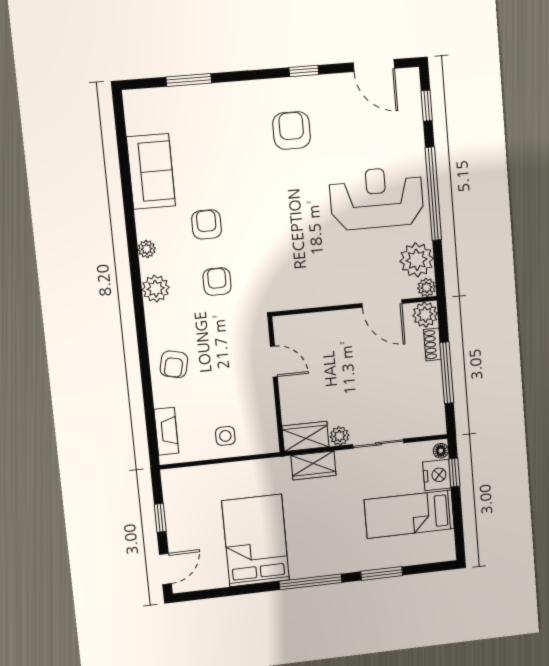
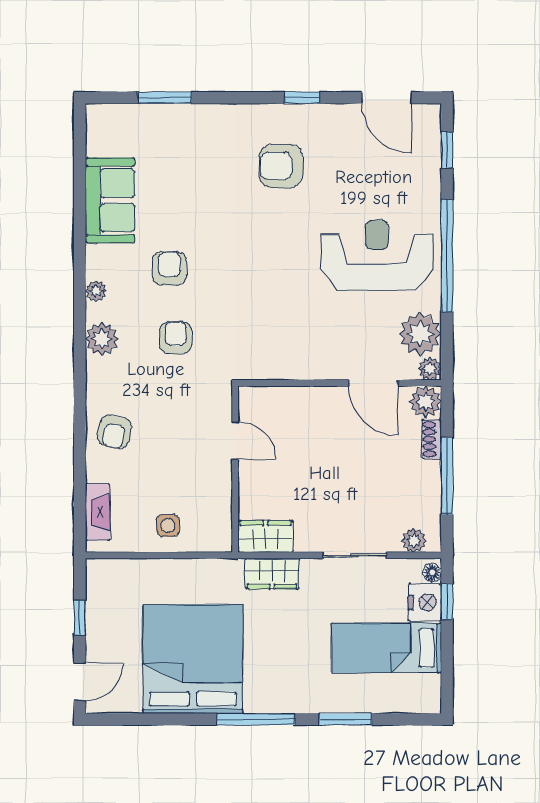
armchair: (292, 130) -> (281, 166), turned -90
plant: (340, 436) -> (414, 540), moved
bed: (256, 540) -> (193, 659), width x1.36

